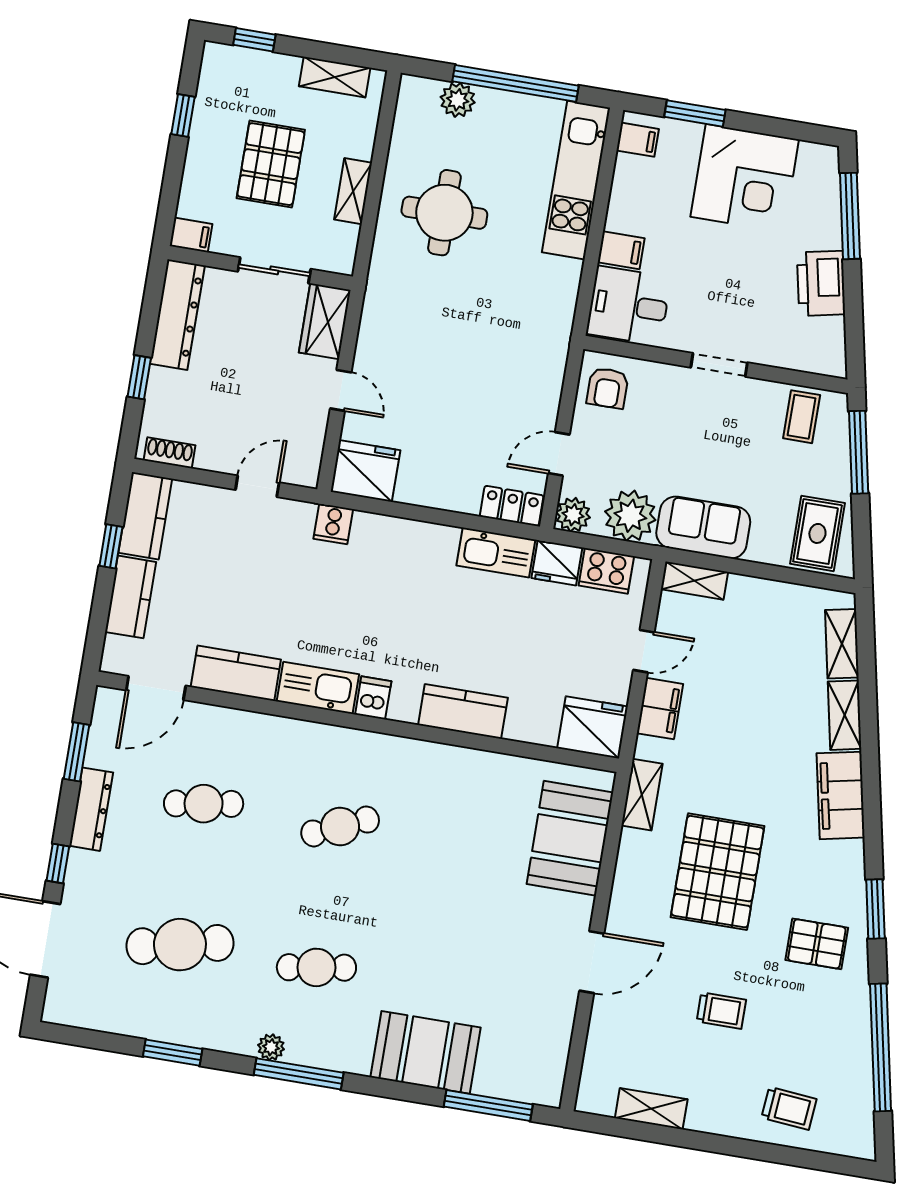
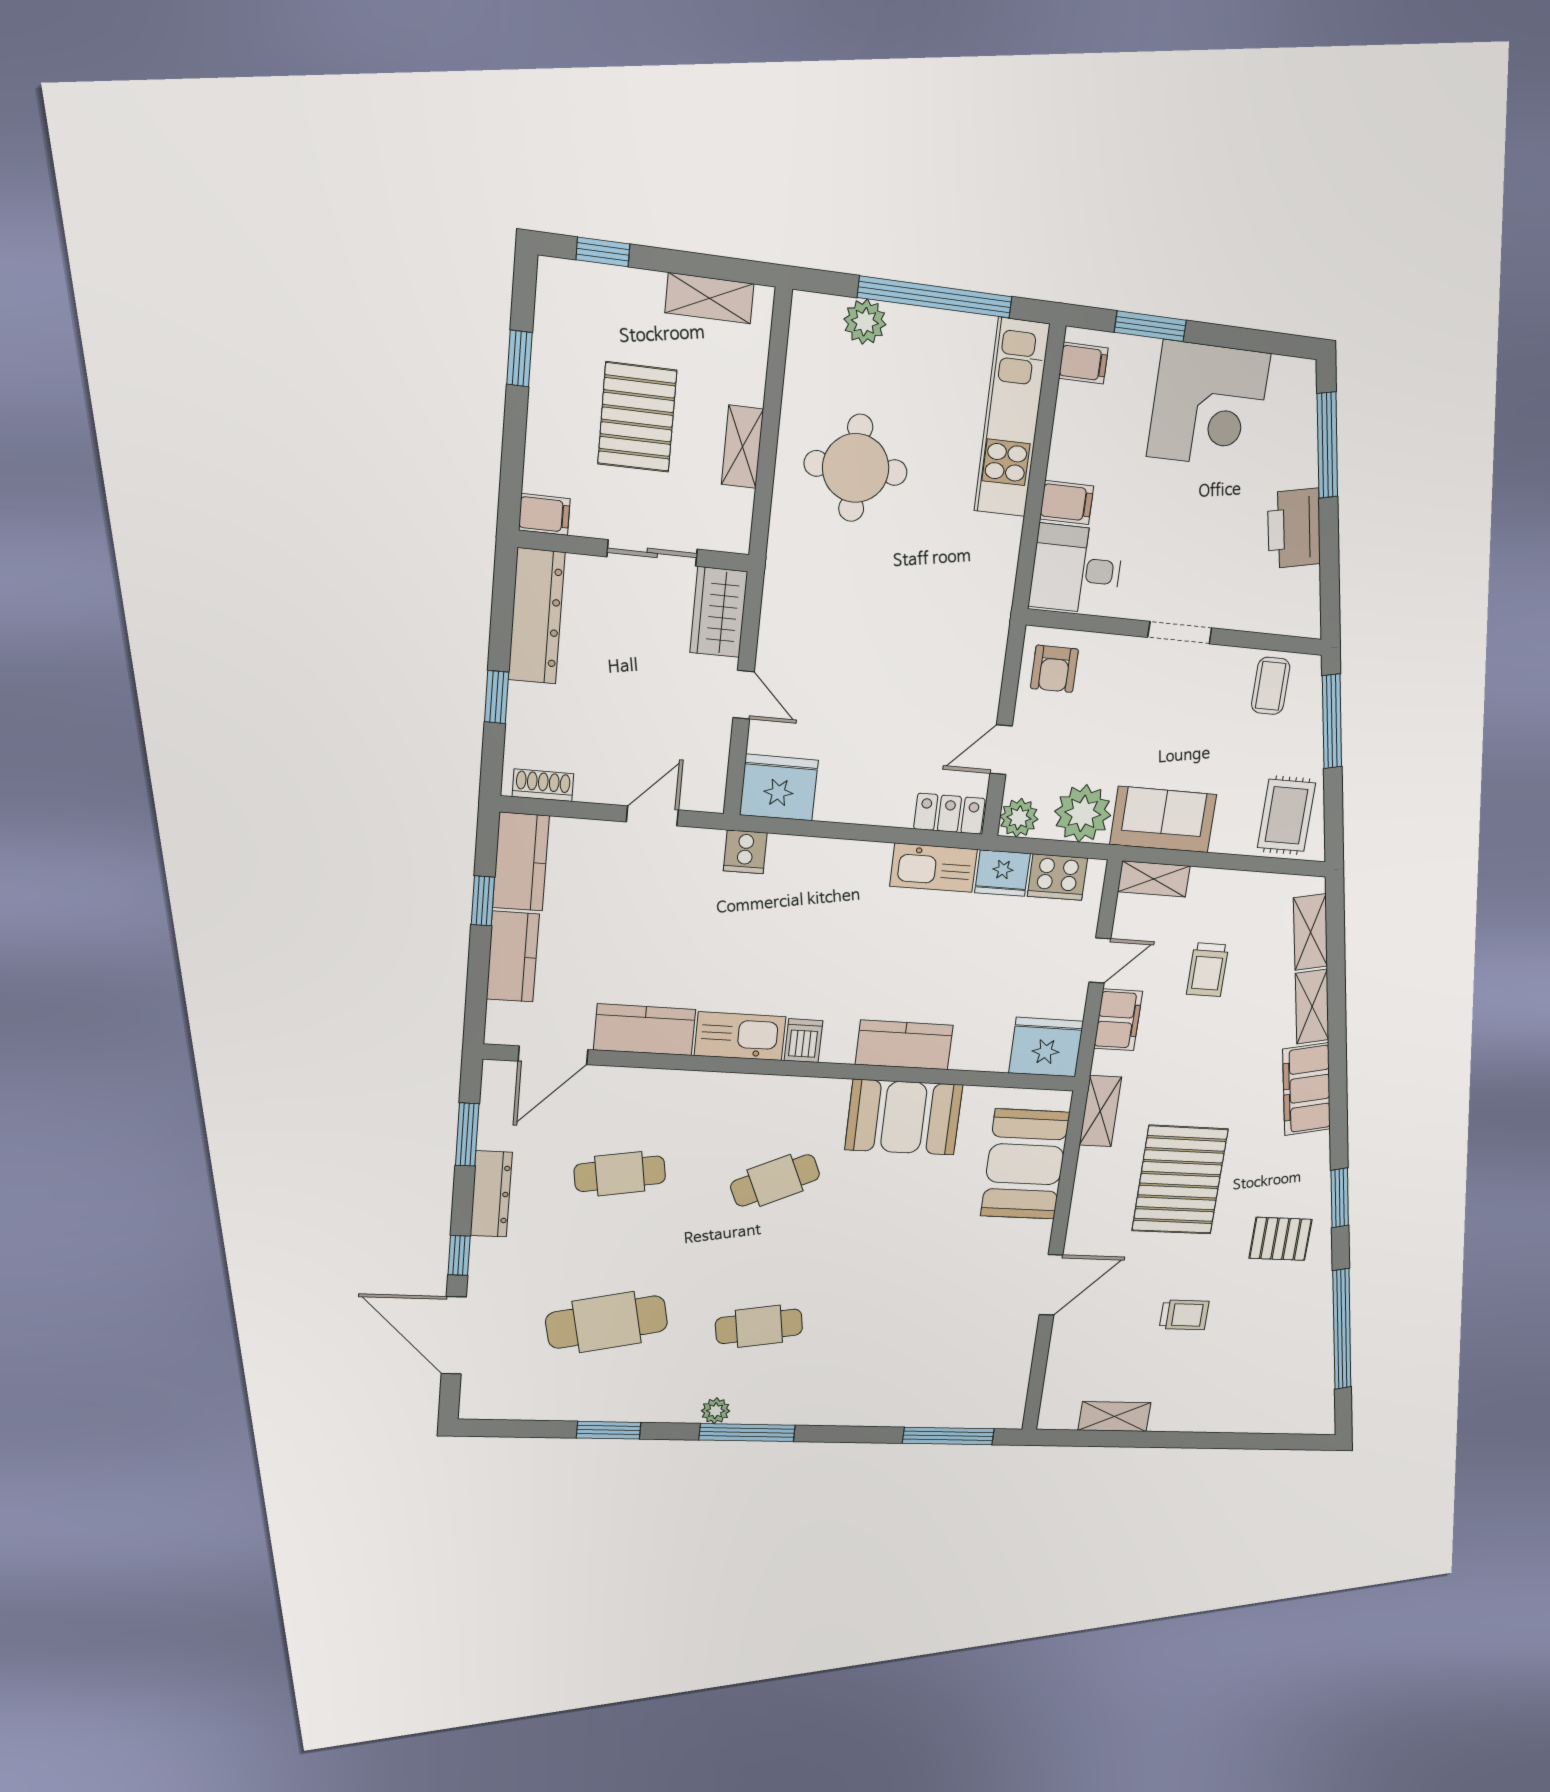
booth: (426, 1052) -> (904, 1117), moved
trolley: (789, 1108) -> (1208, 970), moved, turned 85

